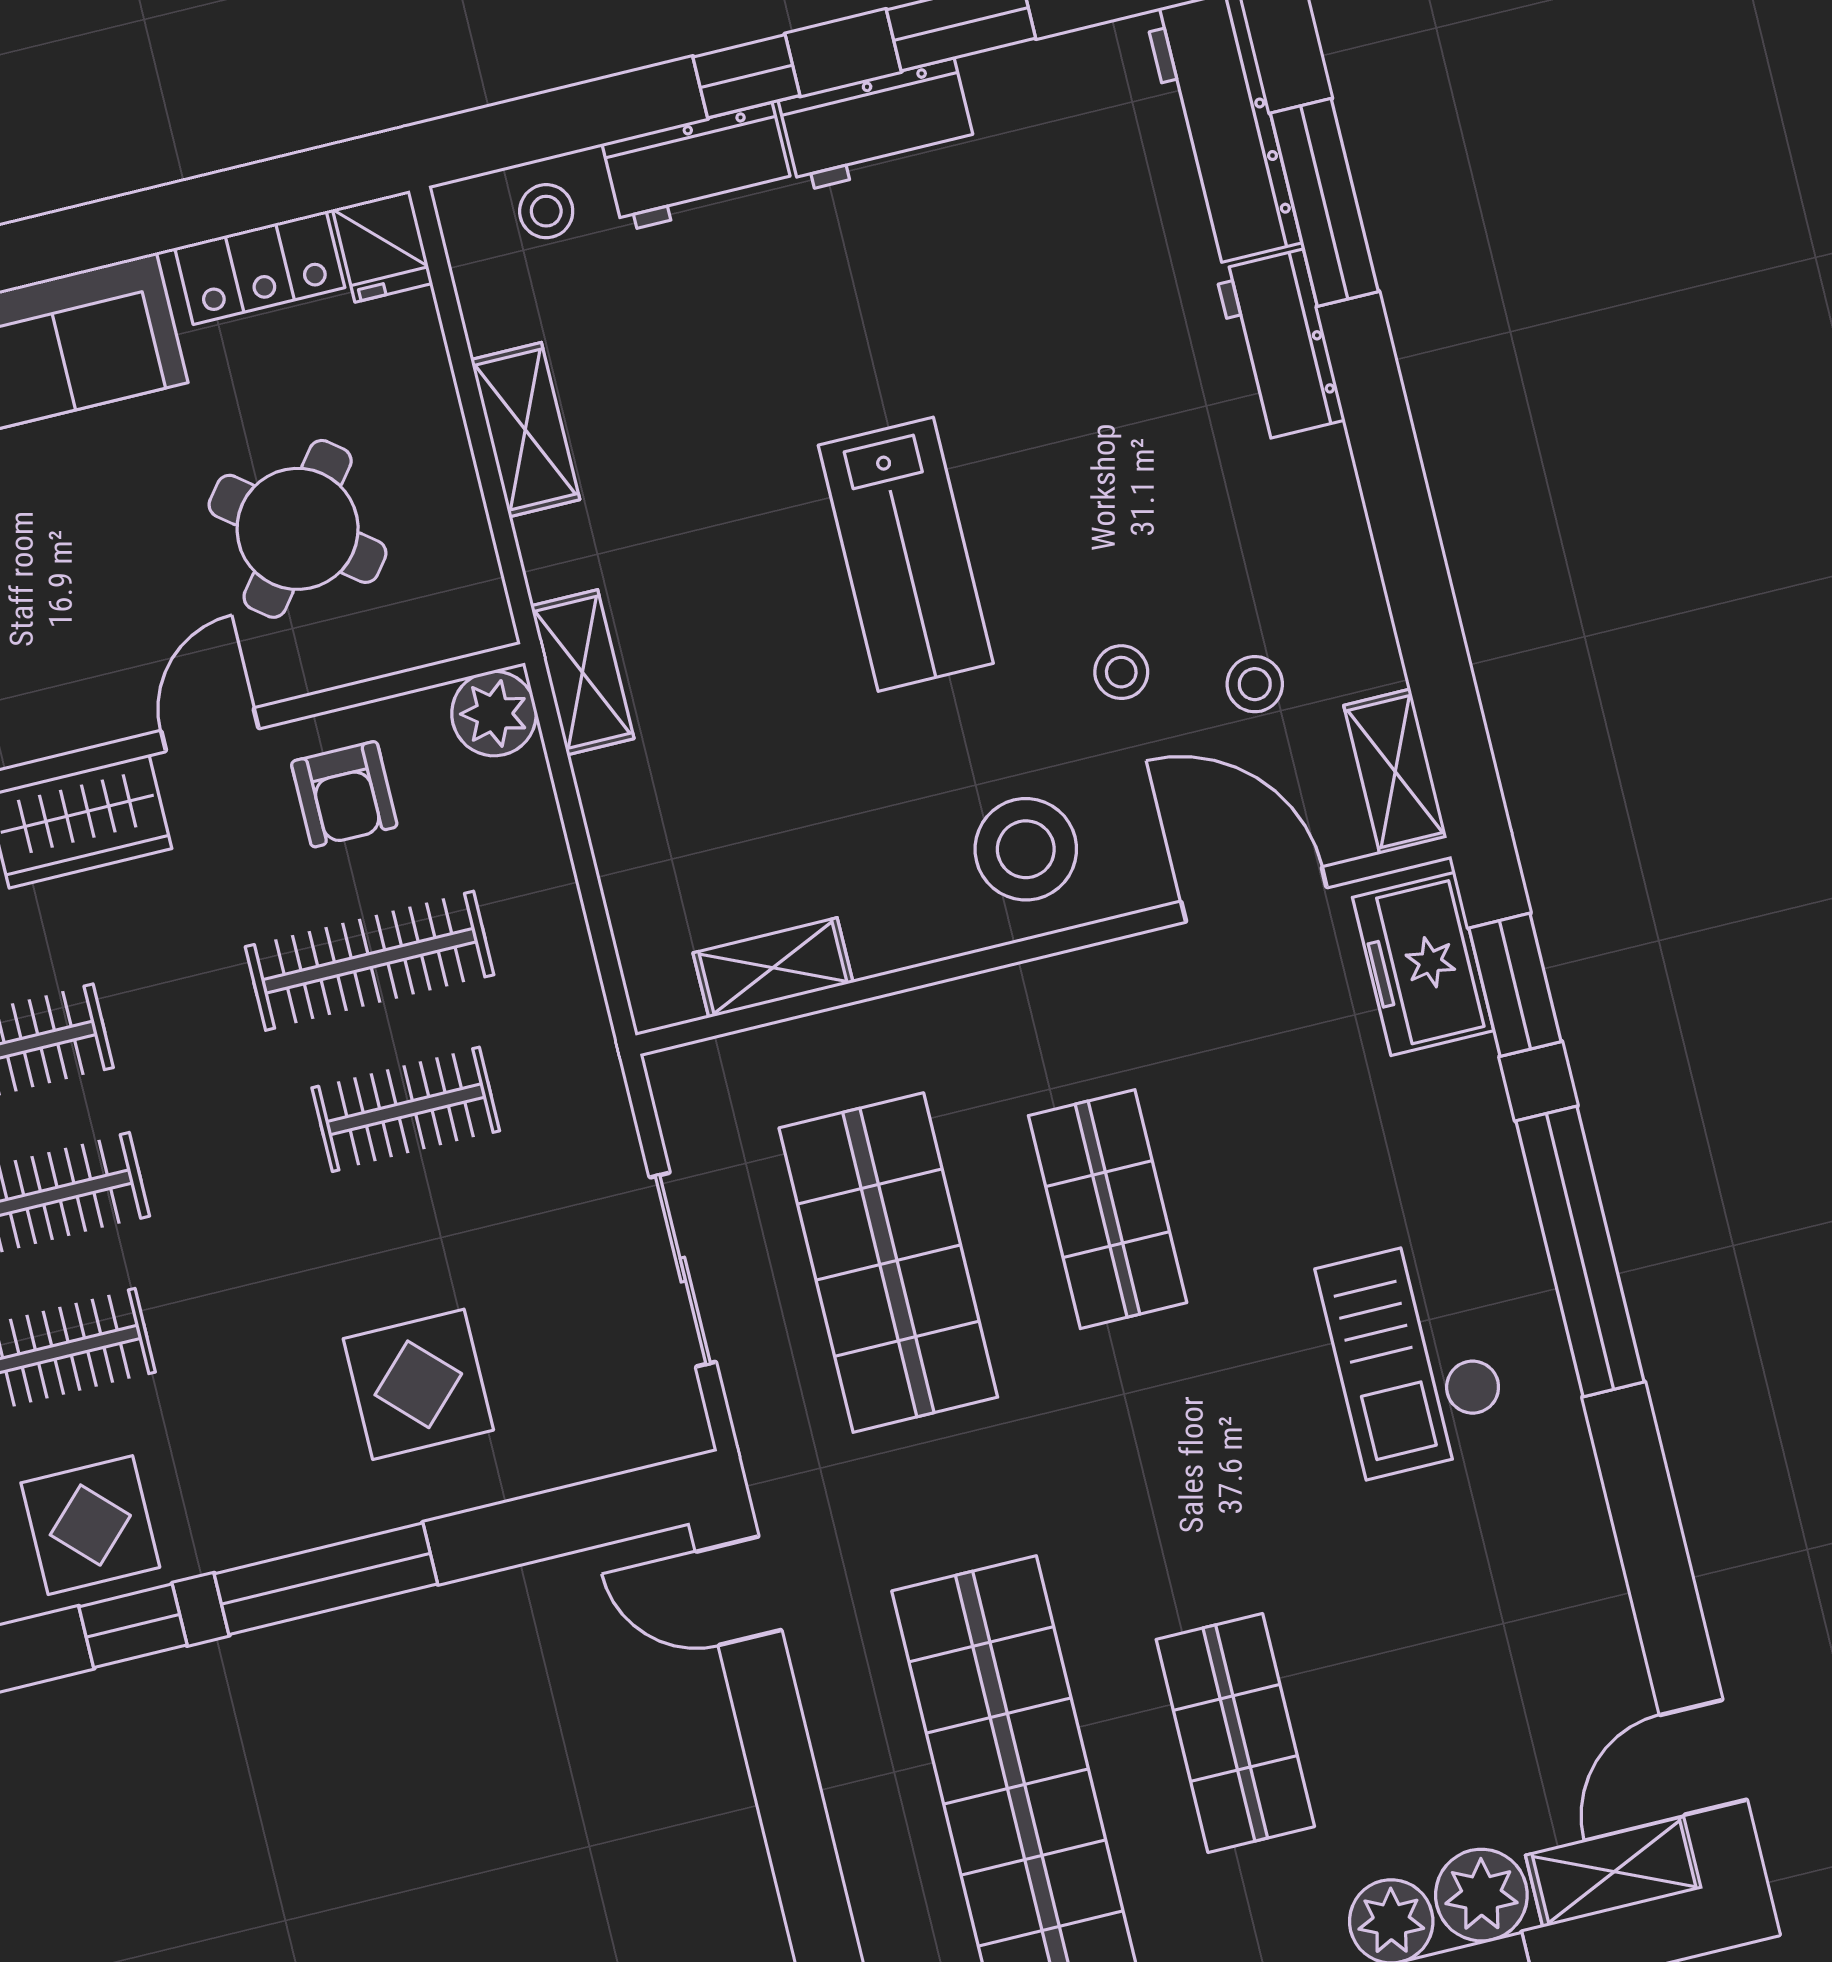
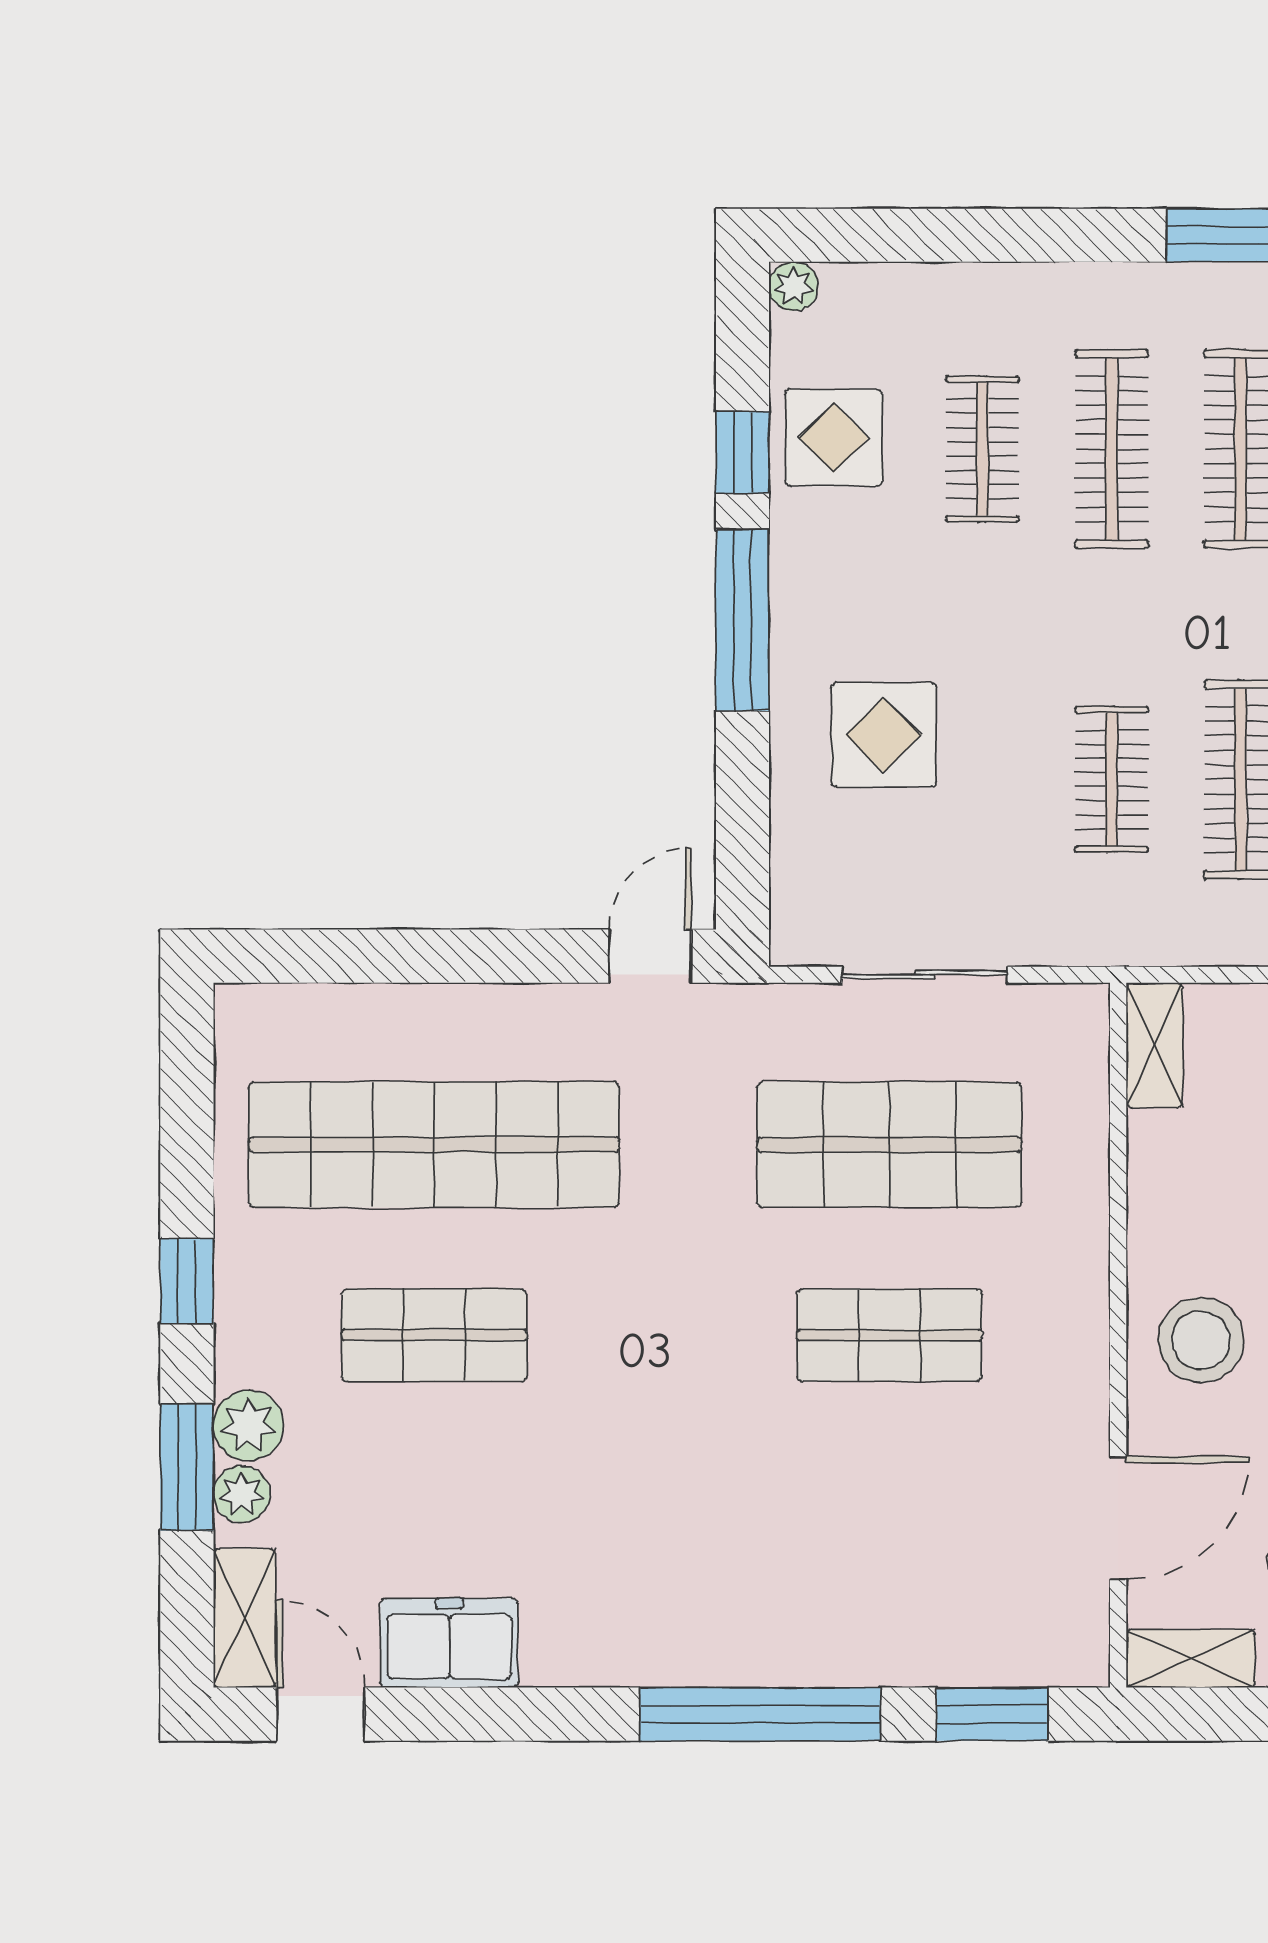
freezer: (1423, 964) -> (449, 1643), moved
shelving: (773, 968) -> (1154, 1045), moved
checkout: (1415, 1356) -> (707, 1558), removed
plant: (1481, 1895) -> (242, 1494), width x0.73, depth x0.73

